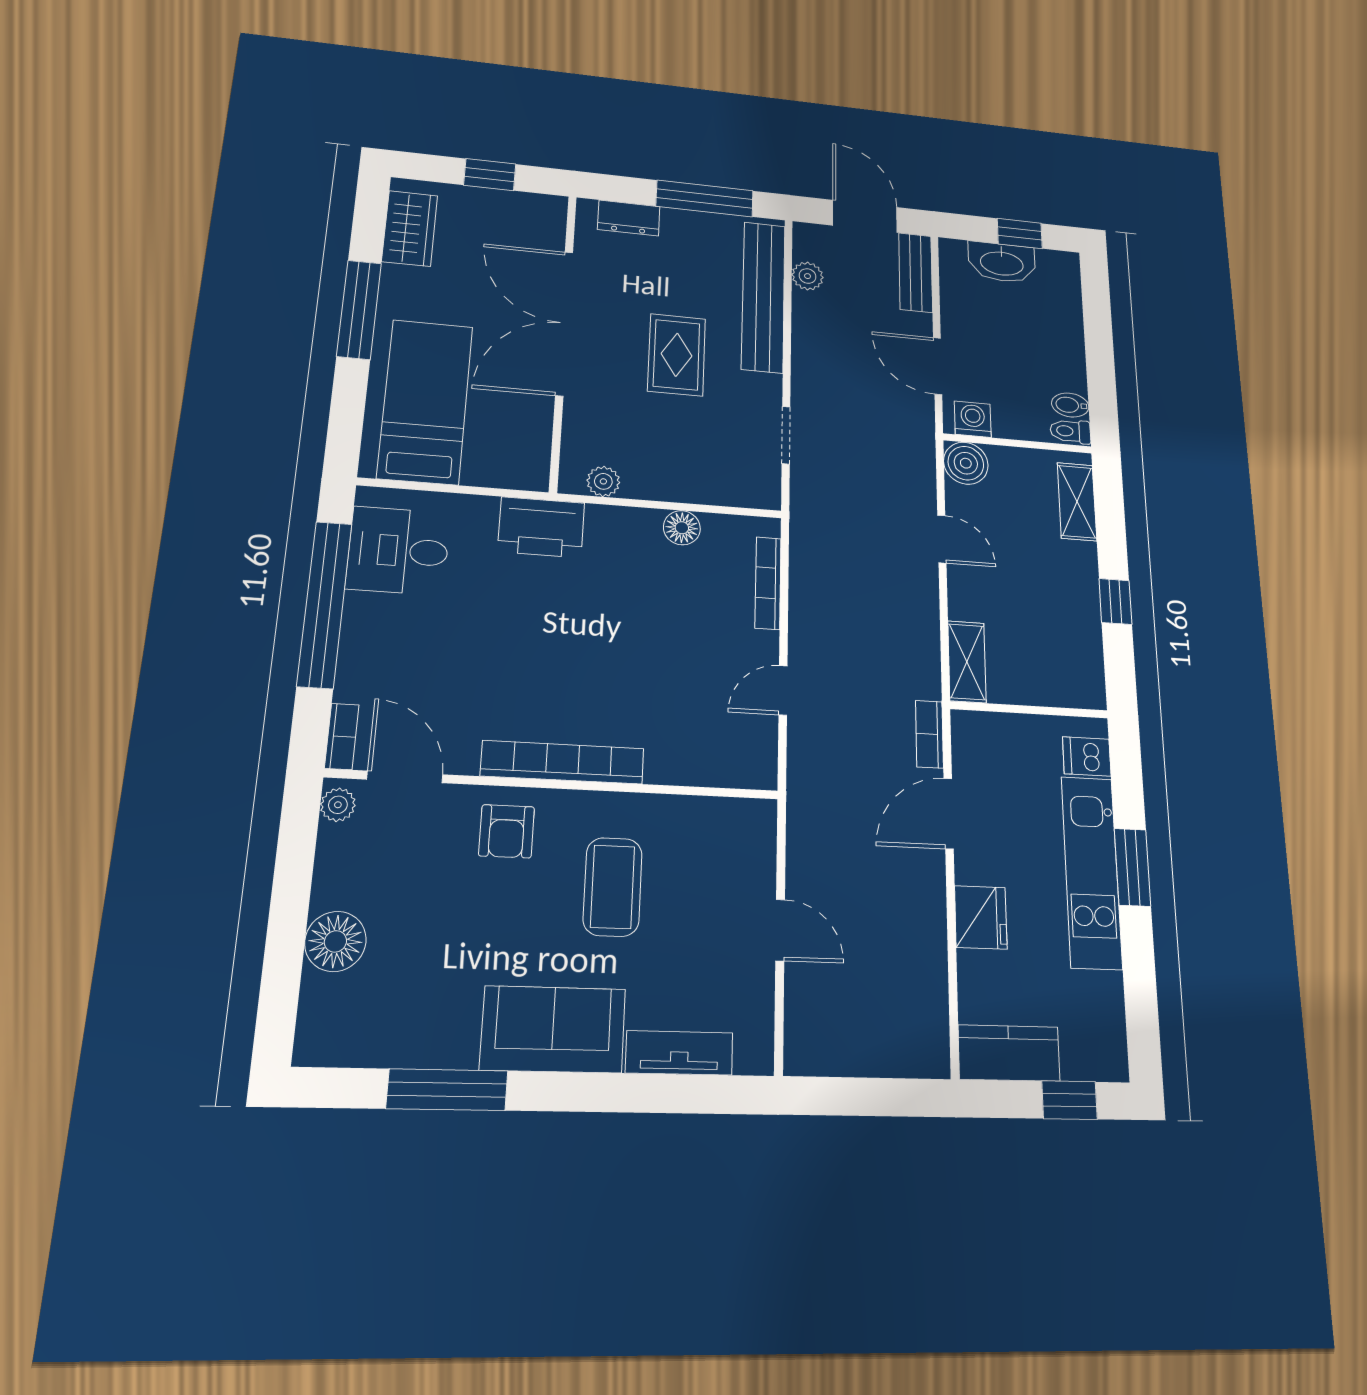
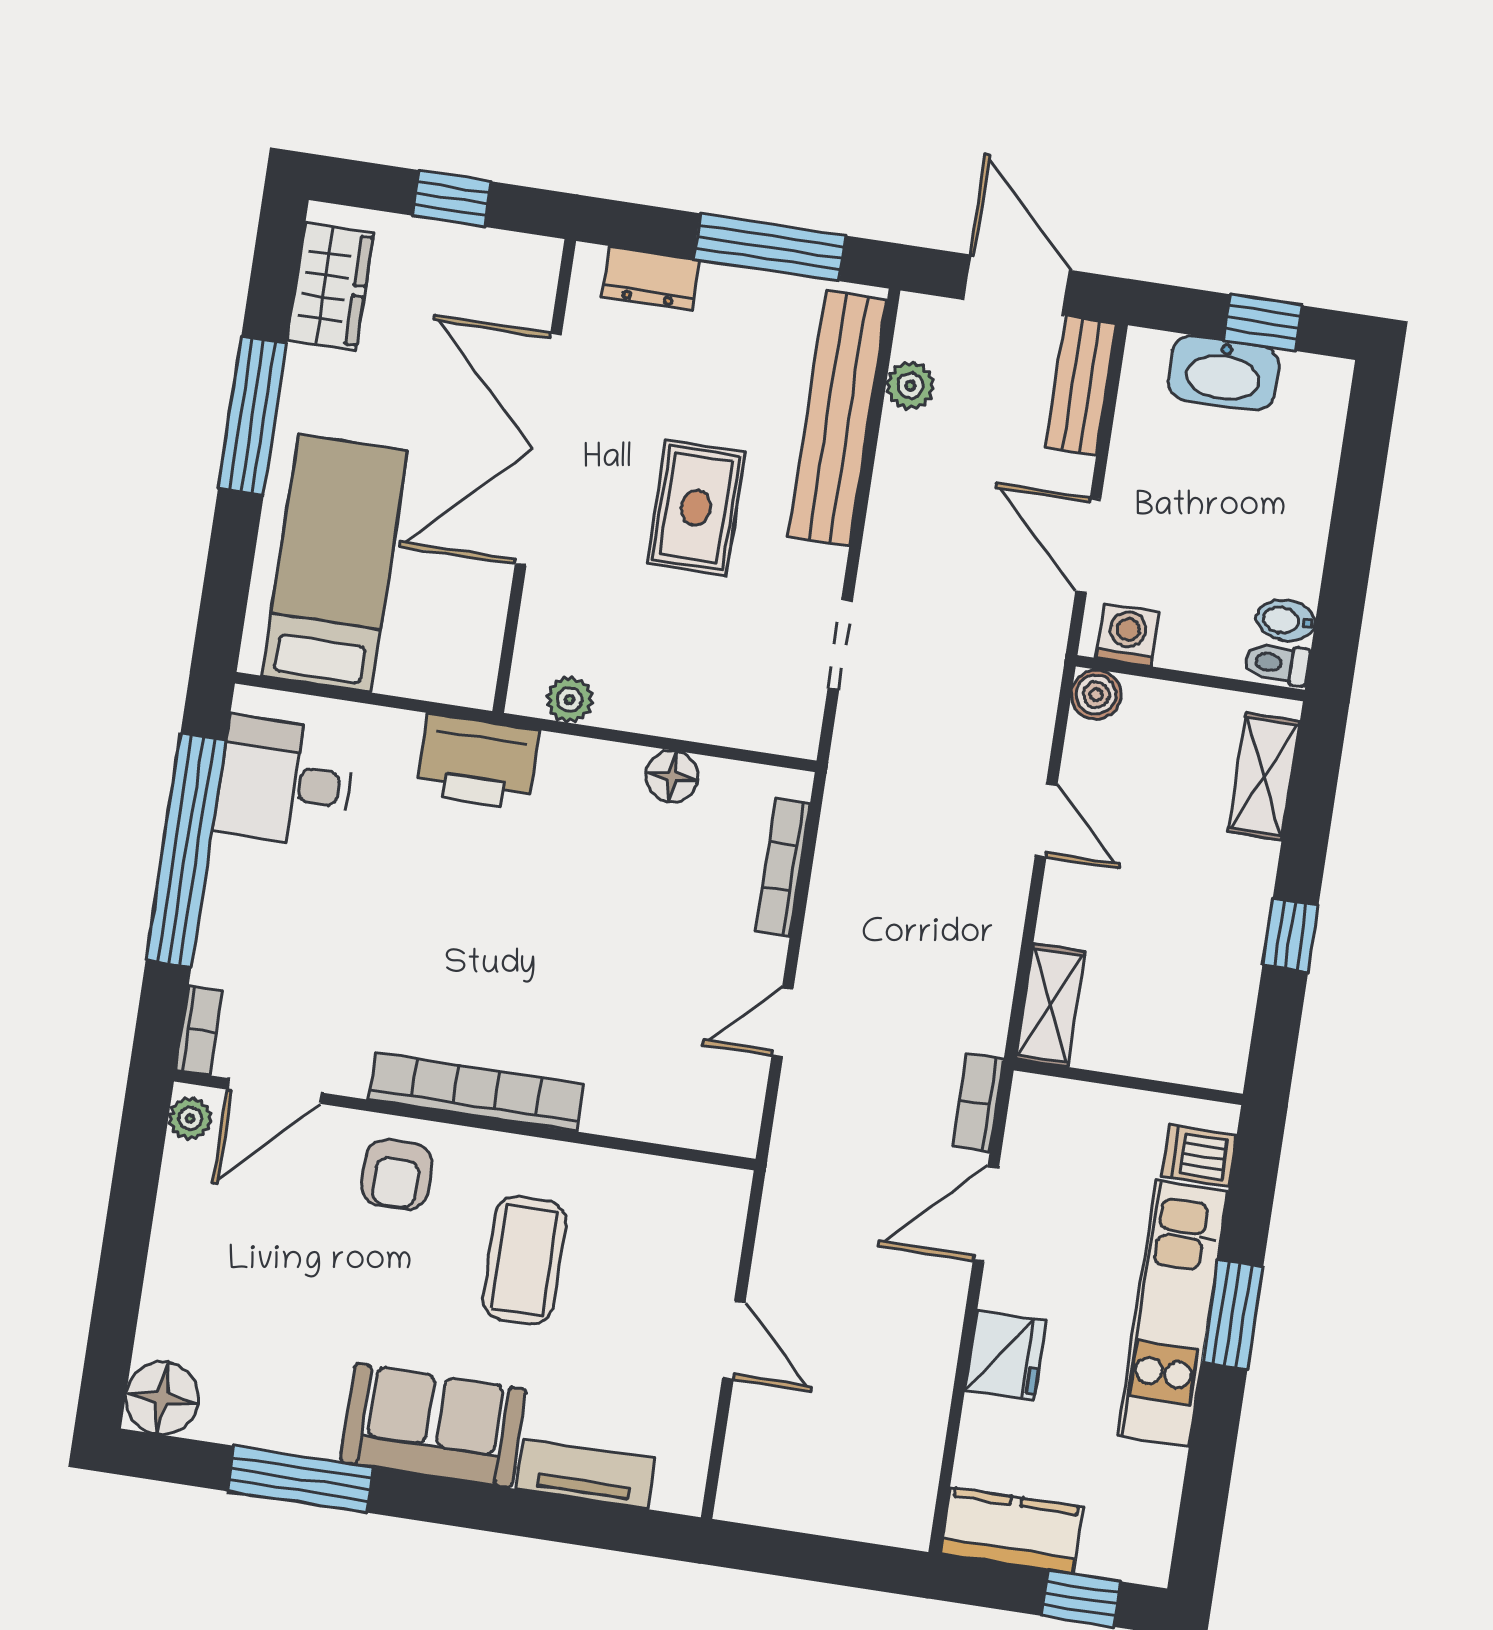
boiler: (966, 463) -> (1096, 695), width x0.73, depth x0.73
door: (405, 777) -> (274, 1091), swing flipped
floor lamp: (335, 941) -> (162, 1398), moved

